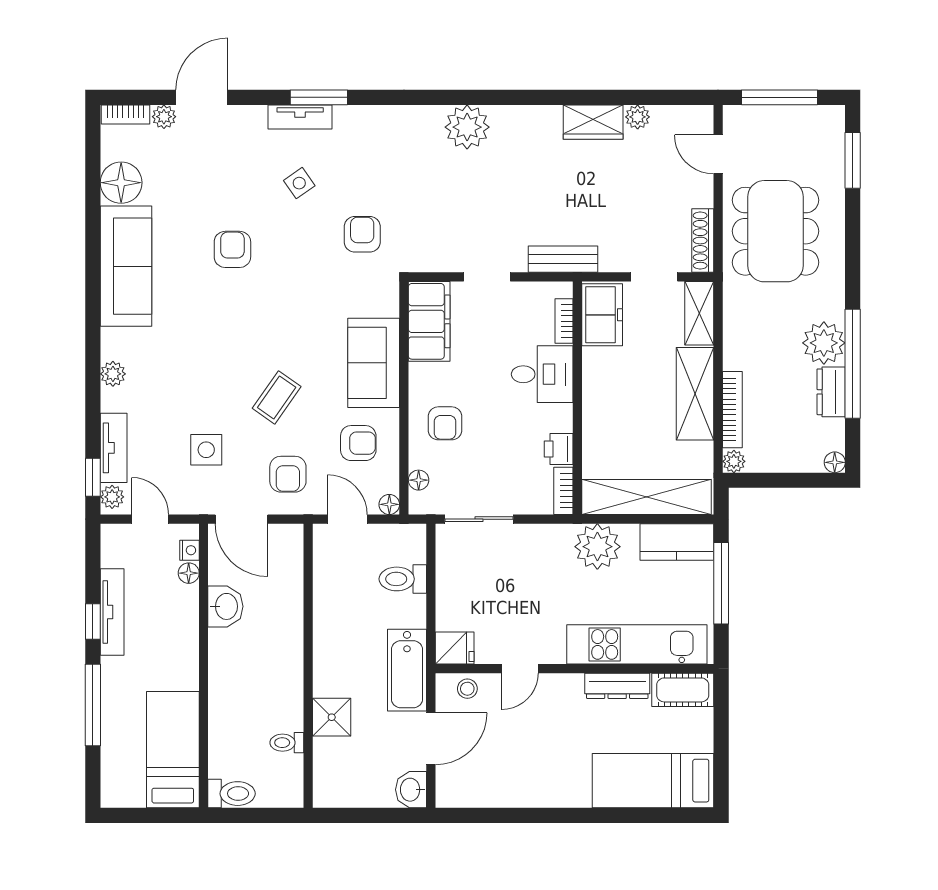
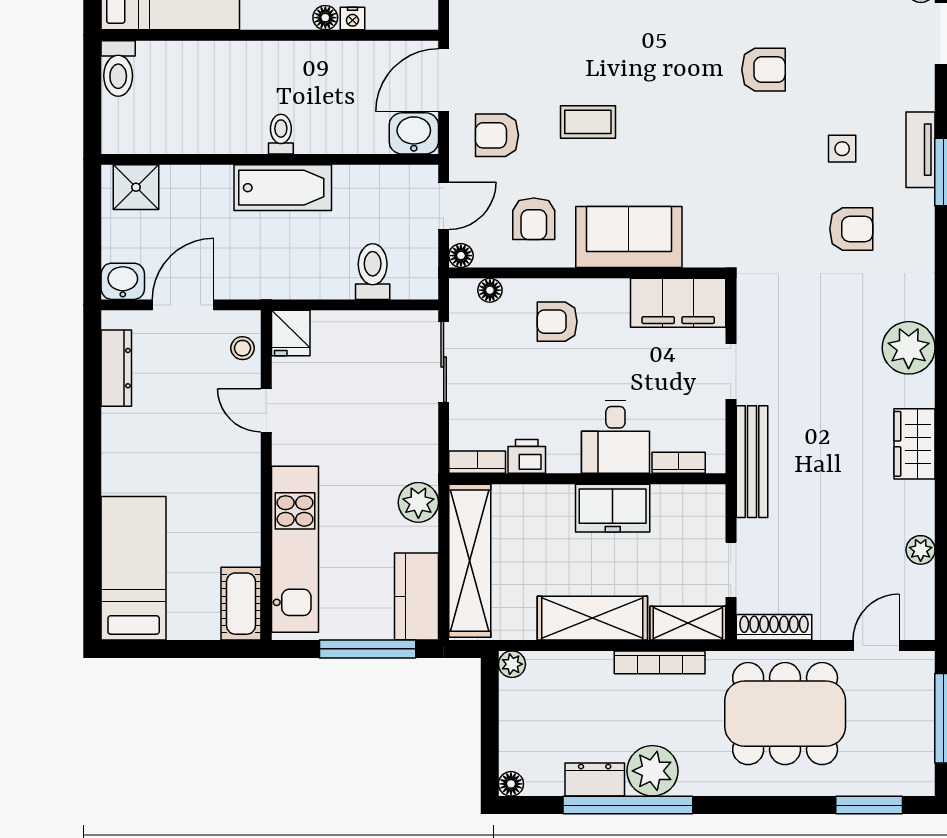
wardrobe: (593, 122) -> (915, 444), moved
side table: (299, 183) -> (842, 149), turned 35
armchair: (362, 234) -> (851, 229), moved
bench: (563, 259) -> (752, 462), width x1.36
freezer: (602, 315) -> (613, 508), moved
coffee table: (277, 397) -> (588, 122), turned -35
bookcase: (732, 410) -> (660, 662), moved
side table: (206, 450) -> (526, 38), removed
plant: (597, 547) -> (418, 502), width x0.73, depth x0.73
nightstand: (189, 550) -> (352, 18), moved
floor lamp: (189, 573) -> (325, 18), moved
washbasin: (225, 606) -> (414, 133), moved, turned 180
bathtub: (407, 670) -> (283, 188), moved, turned 180
dresser: (617, 686) -> (116, 368), moved, turned 180
shower: (332, 717) -> (136, 187), moved
door: (431, 739) -> (183, 305), swing flipped
toilet: (287, 743) -> (281, 134), moved

